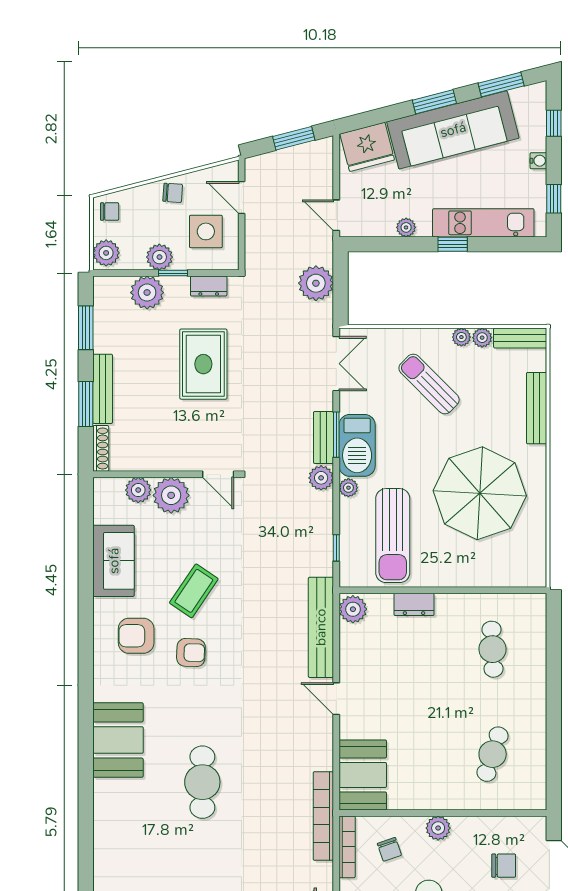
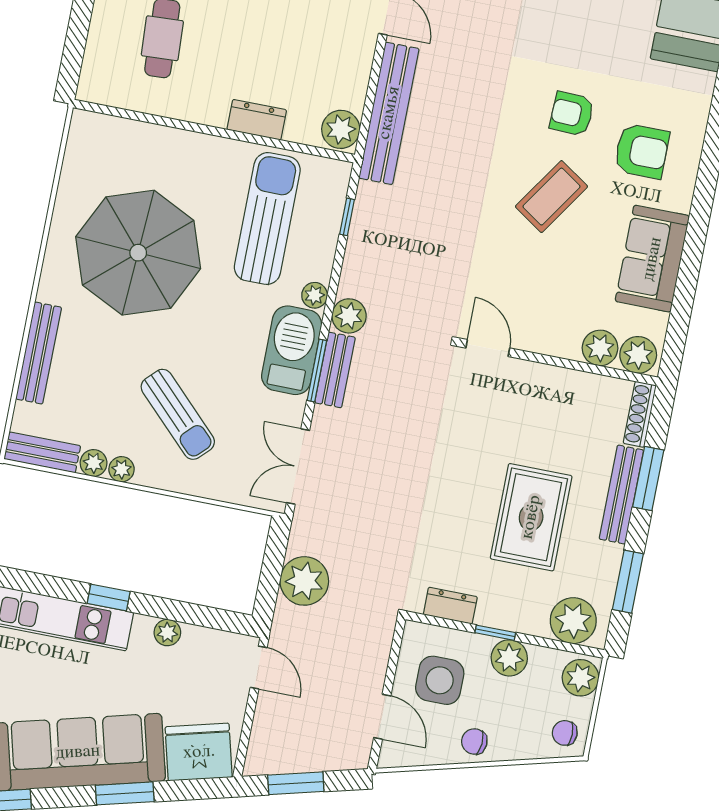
window: (434, 102) -> (125, 793), moved
plant: (147, 293) -> (573, 621), moved
rug: (203, 364) -> (531, 517), moved
plant: (171, 495) -> (638, 355), moved, width x0.73, depth x0.73

